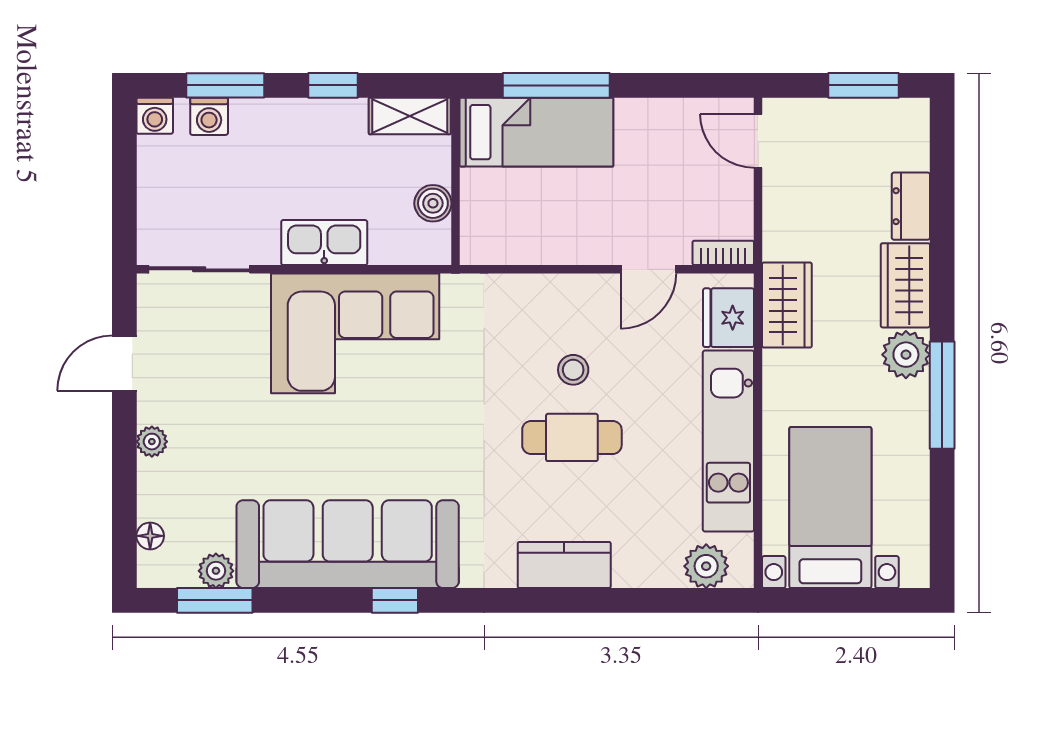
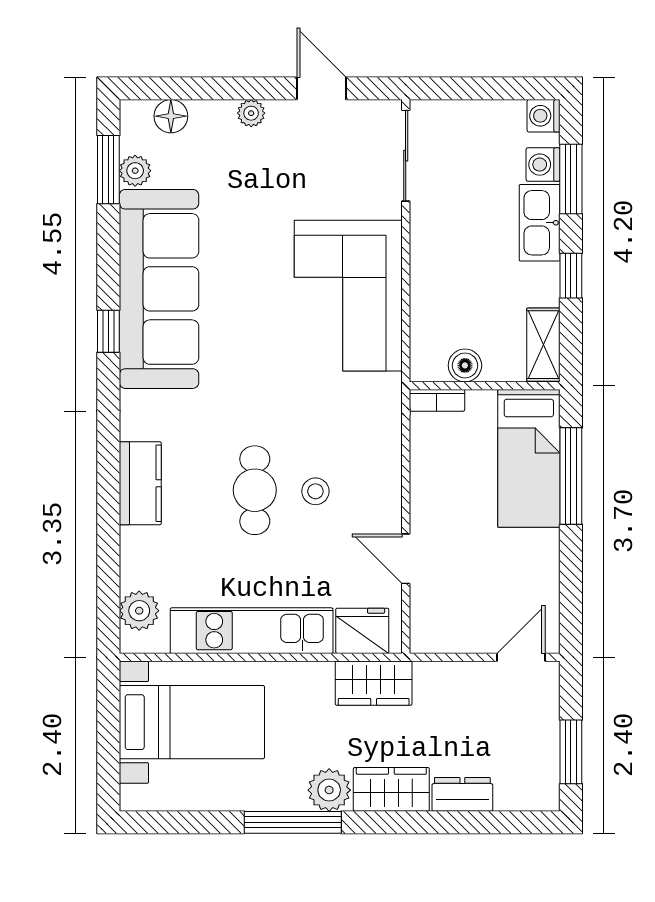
kitchen sink: (324, 243) -> (540, 223), moved, turned 180
bookcase: (723, 253) -> (437, 400), moved, turned 90
floor lamp: (150, 536) -> (171, 116), width x1.37, depth x1.37

